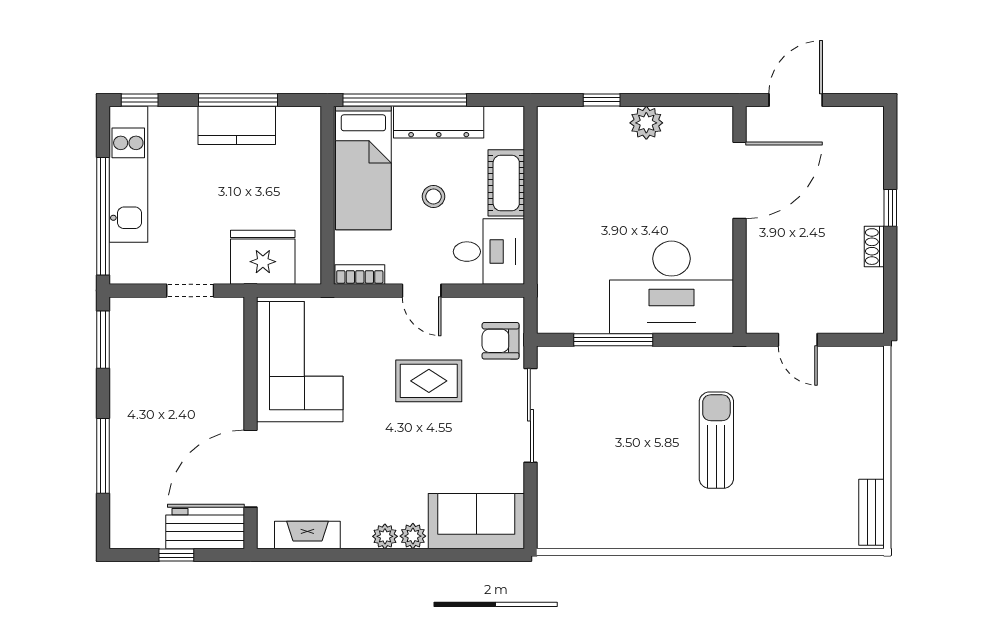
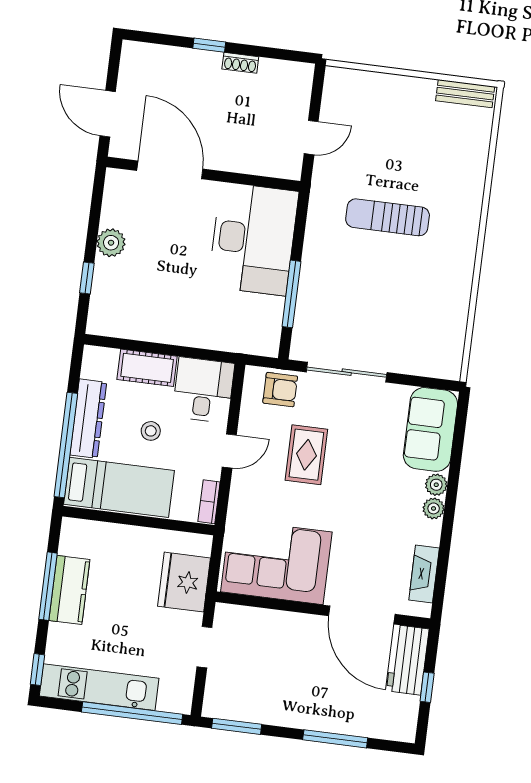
armchair: (501, 341) -> (280, 390), turned -90

